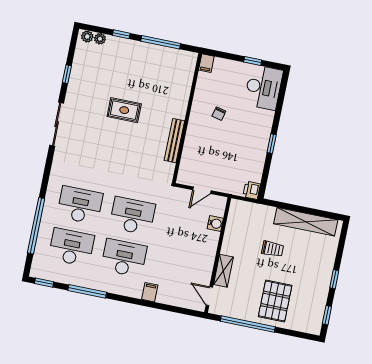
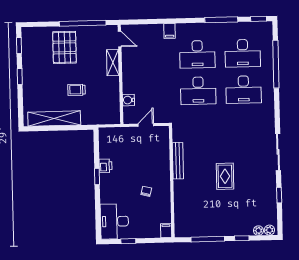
rug: (124, 110) -> (225, 176), turned 90
printer: (252, 190) -> (105, 166), moved

